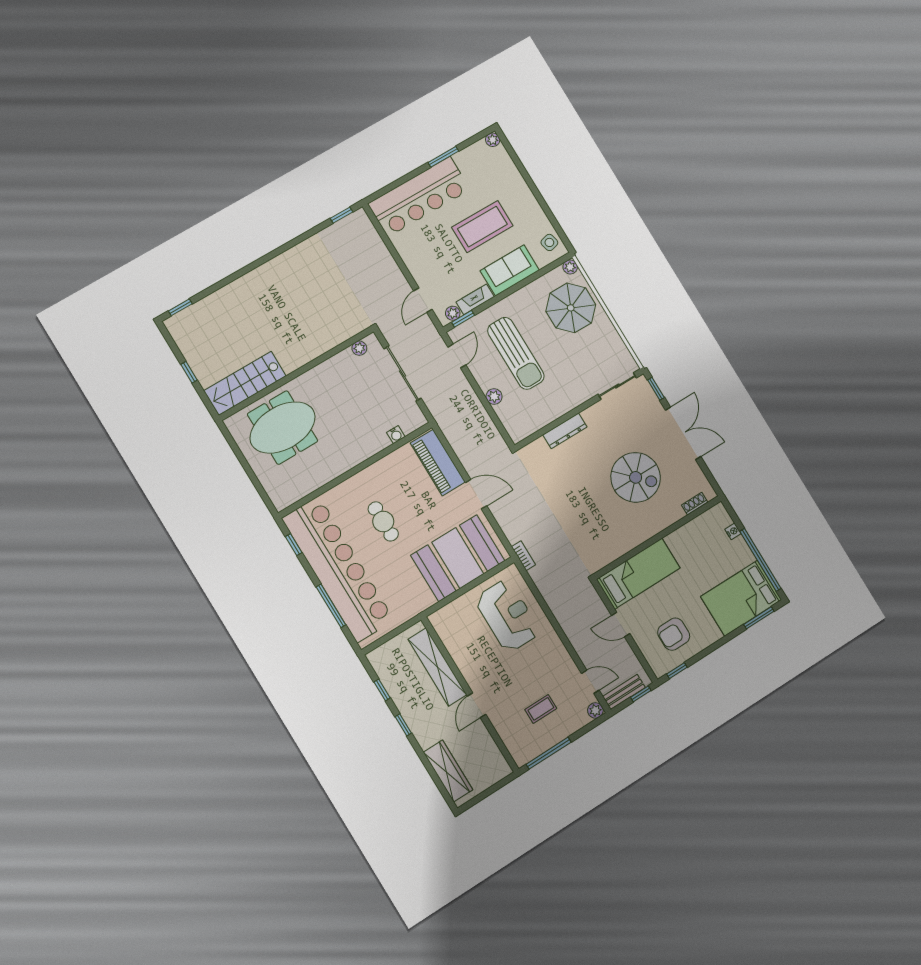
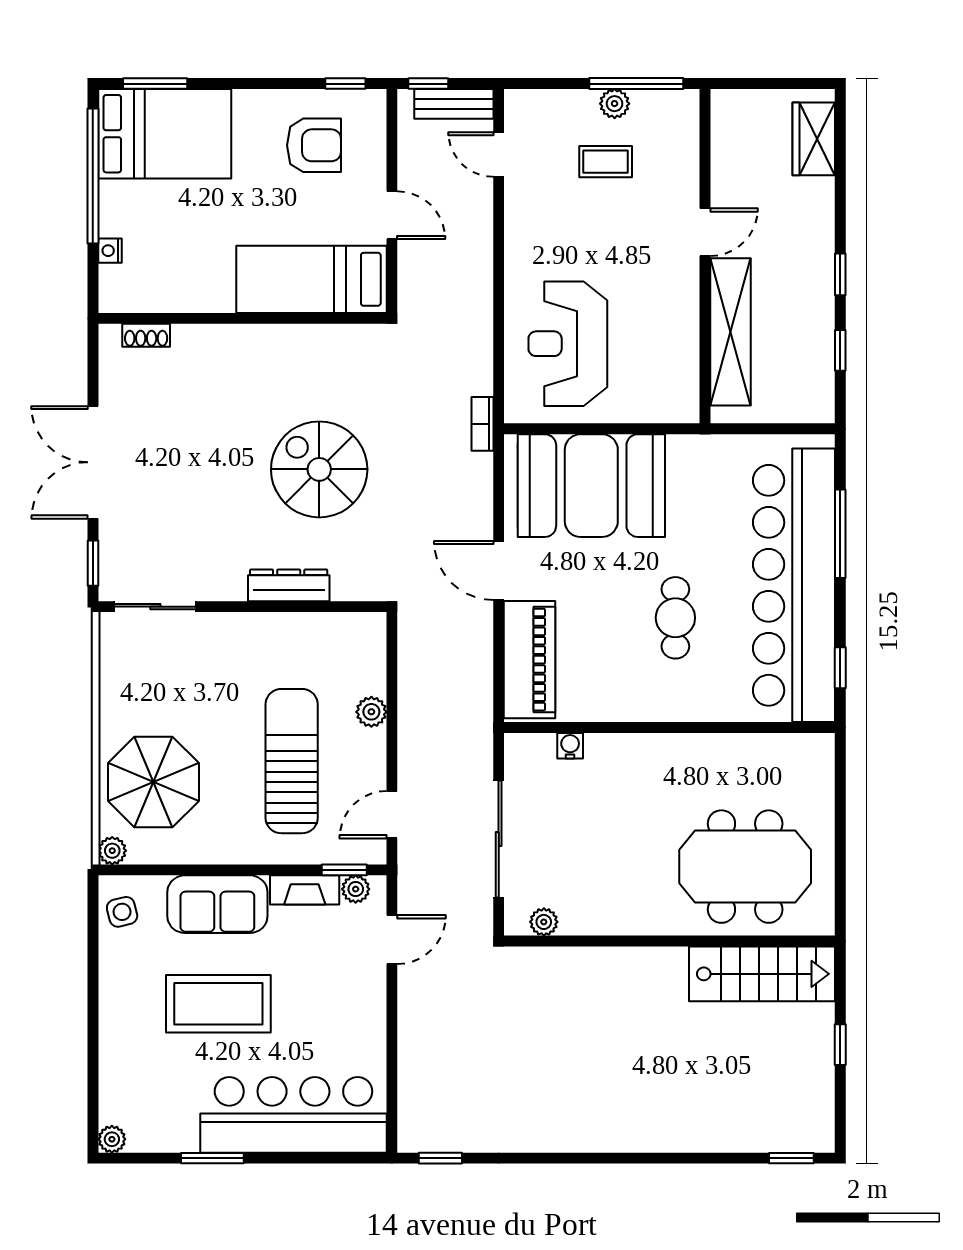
spiral stairs: (636, 477) -> (319, 469), moved
plant: (595, 710) -> (615, 104), moved
wardrobe: (448, 771) -> (814, 139), width x0.67

